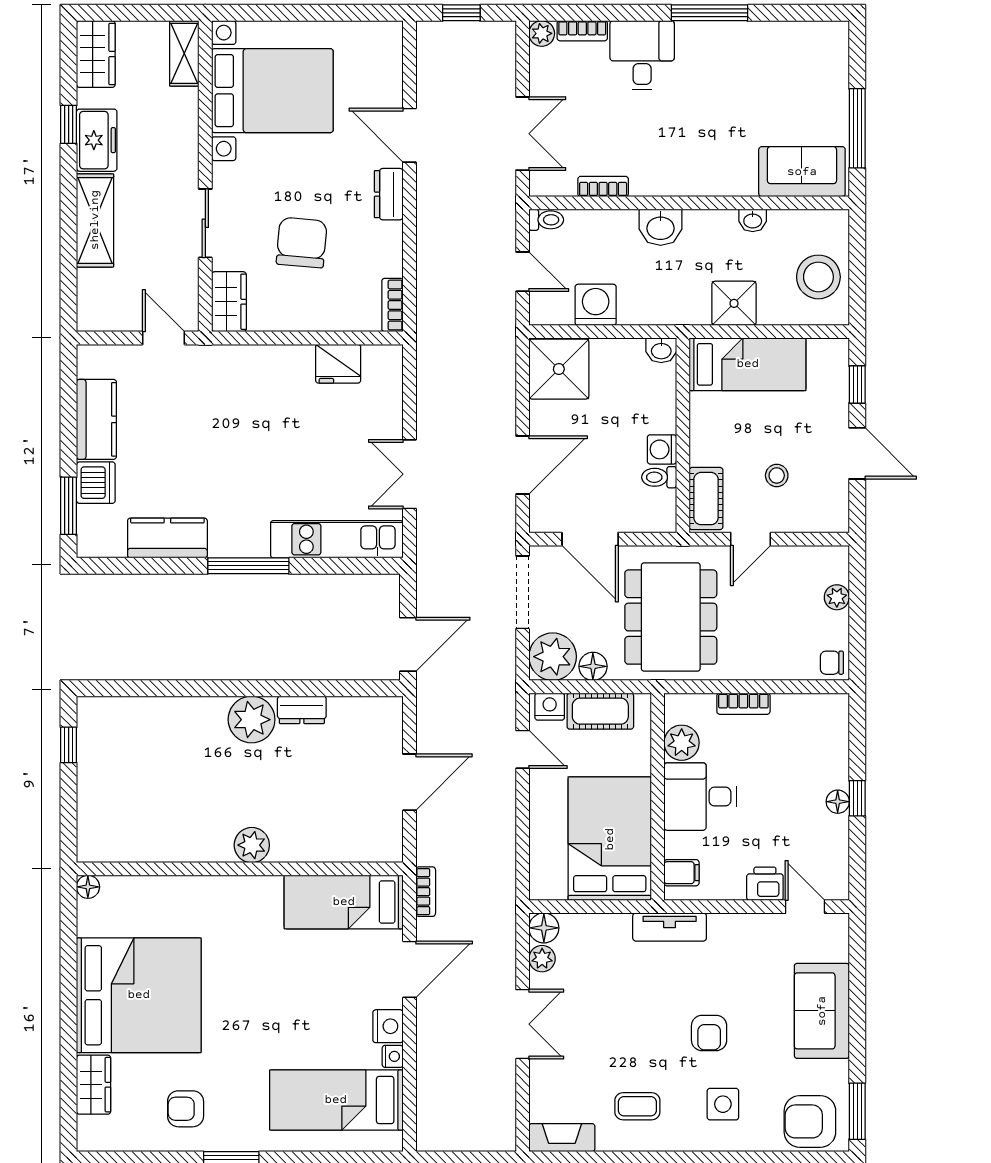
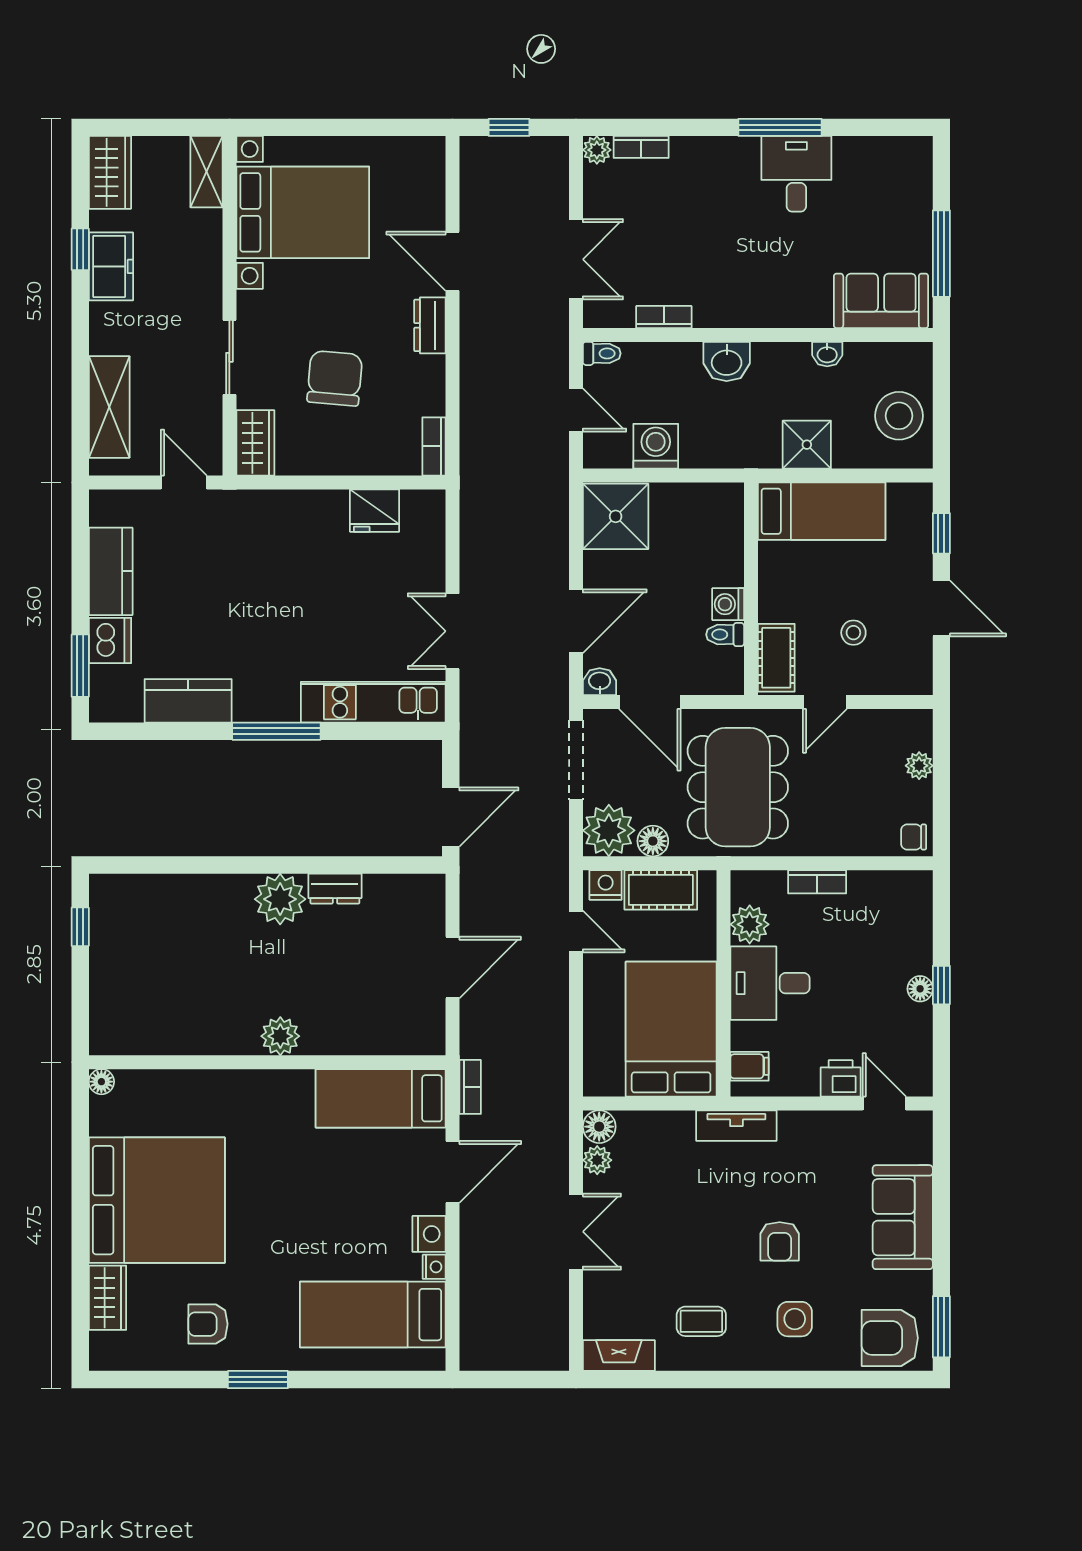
desk: (642, 55) -> (796, 174), moved
shelving: (95, 220) -> (109, 407), moved
washbasin: (661, 350) -> (600, 682), moved, turned 180

